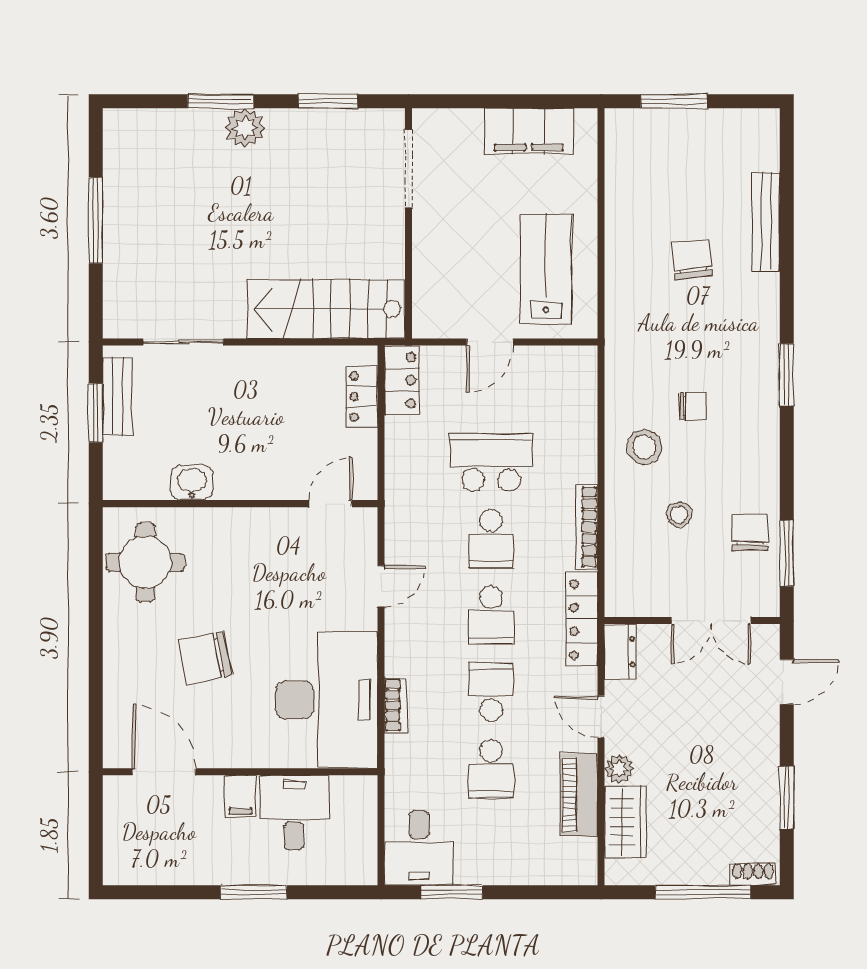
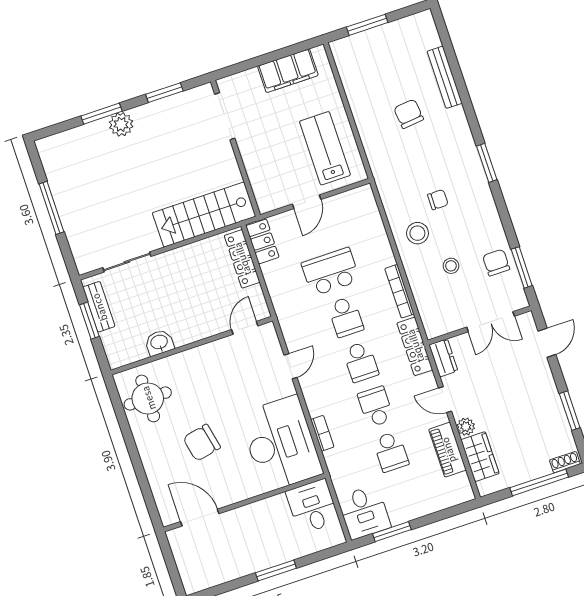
locker: (362, 396) -> (242, 259), width x1.53
filing cabinet: (241, 797) -> (249, 517), removed
desk: (294, 813) -> (313, 506), moved

